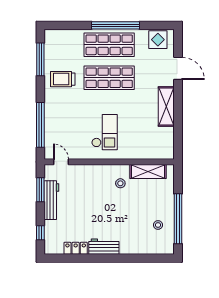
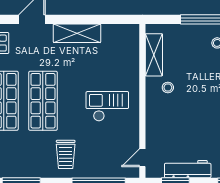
trolley: (63, 79) -> (66, 154), moved

